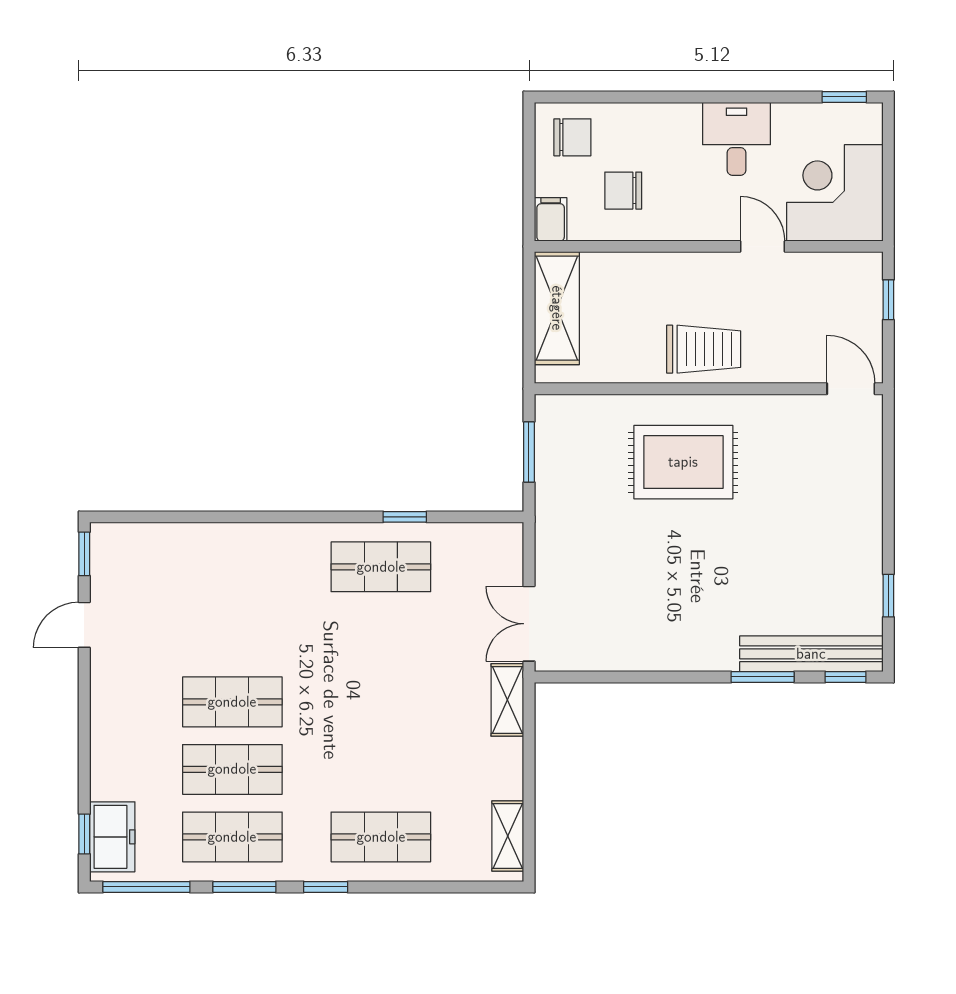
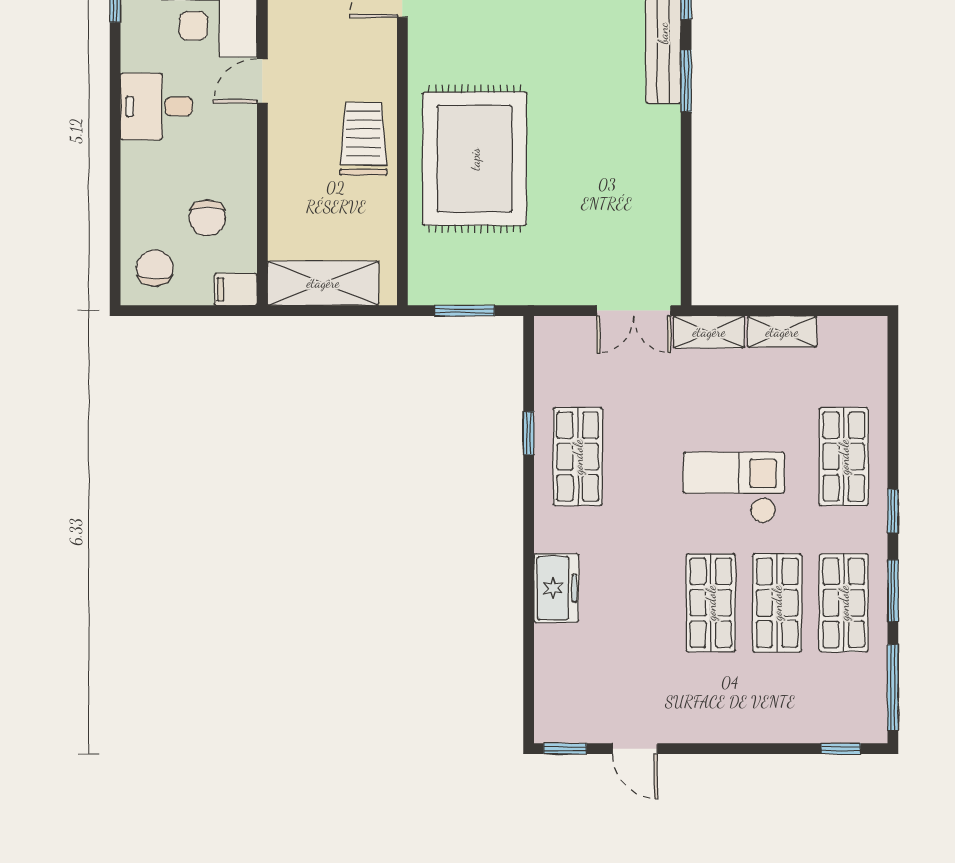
rug: (683, 462) -> (475, 159), width x1.37, depth x1.44
checkout: (349, 725) -> (734, 488), added
shelving: (508, 836) -> (782, 332), moved
freezer: (112, 837) -> (556, 588), moved, turned 90

